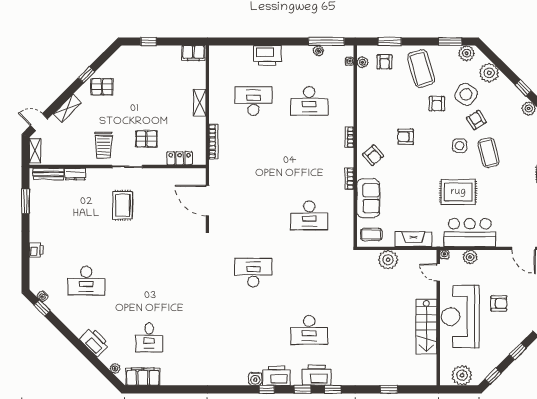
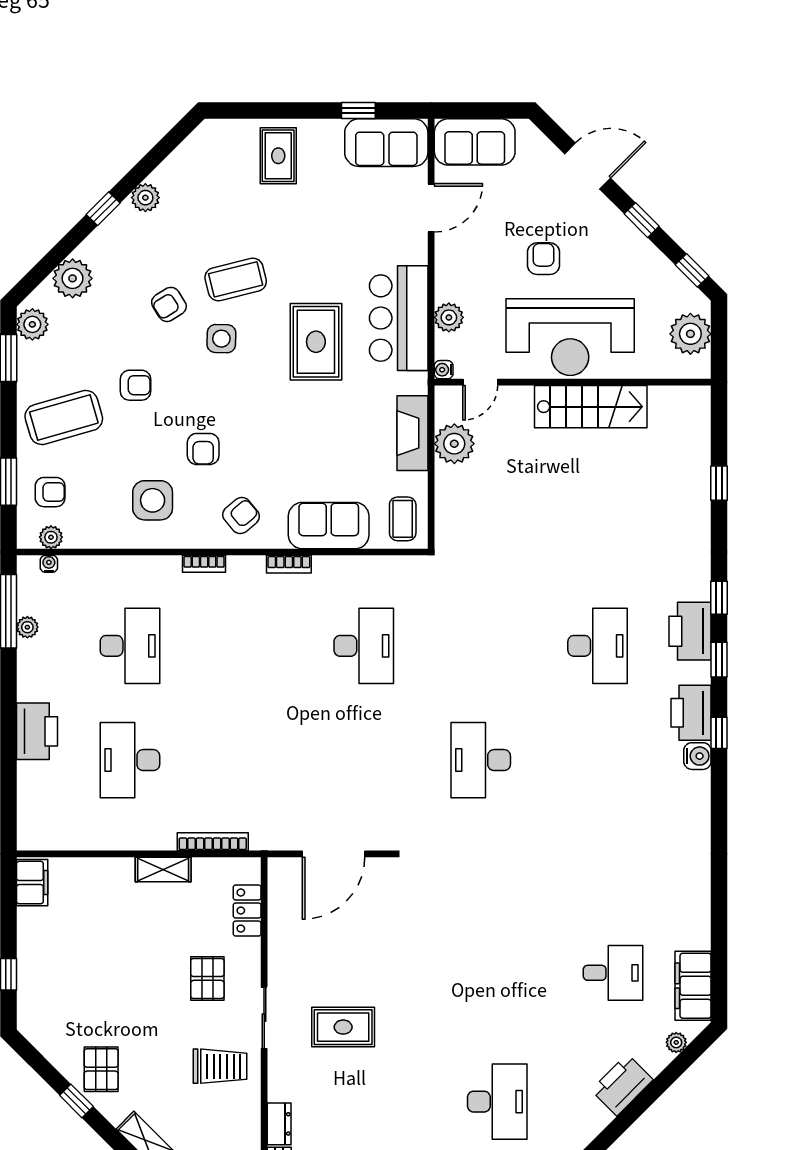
side table: (466, 94) -> (153, 500), moved, turned -35
shelving: (200, 103) -> (163, 870), moved
plant: (388, 260) -> (454, 444), moved

